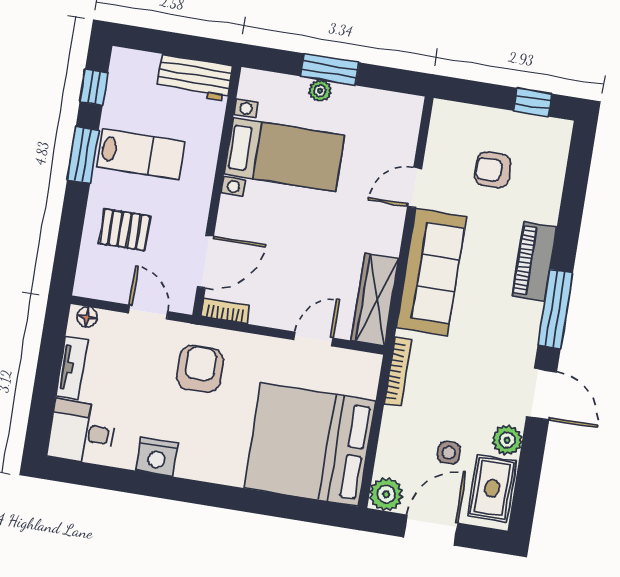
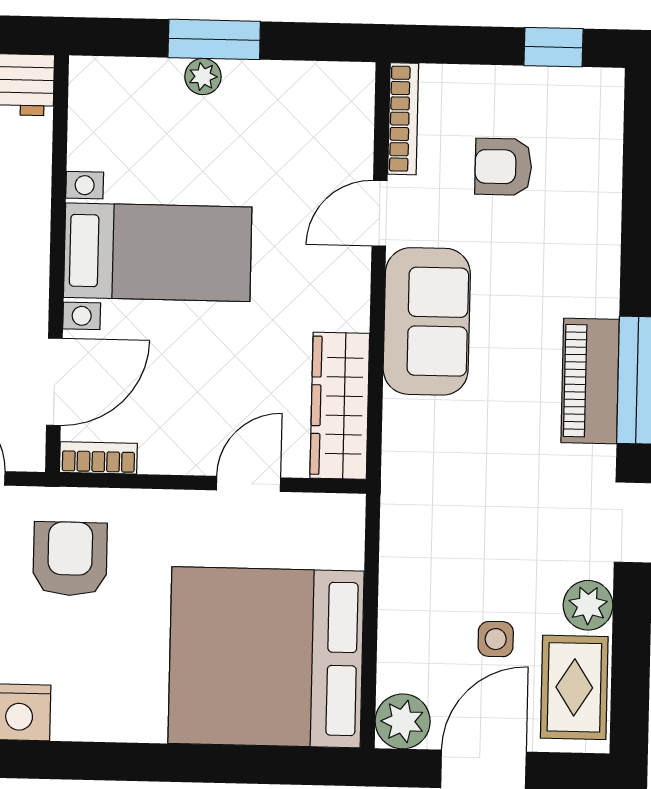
bed with nightstands: (284, 155) -> (158, 252), moved
piano: (534, 262) -> (590, 381), moved
sofa: (431, 272) -> (427, 321), width x0.73
bookcase: (398, 372) -> (403, 119), moved

